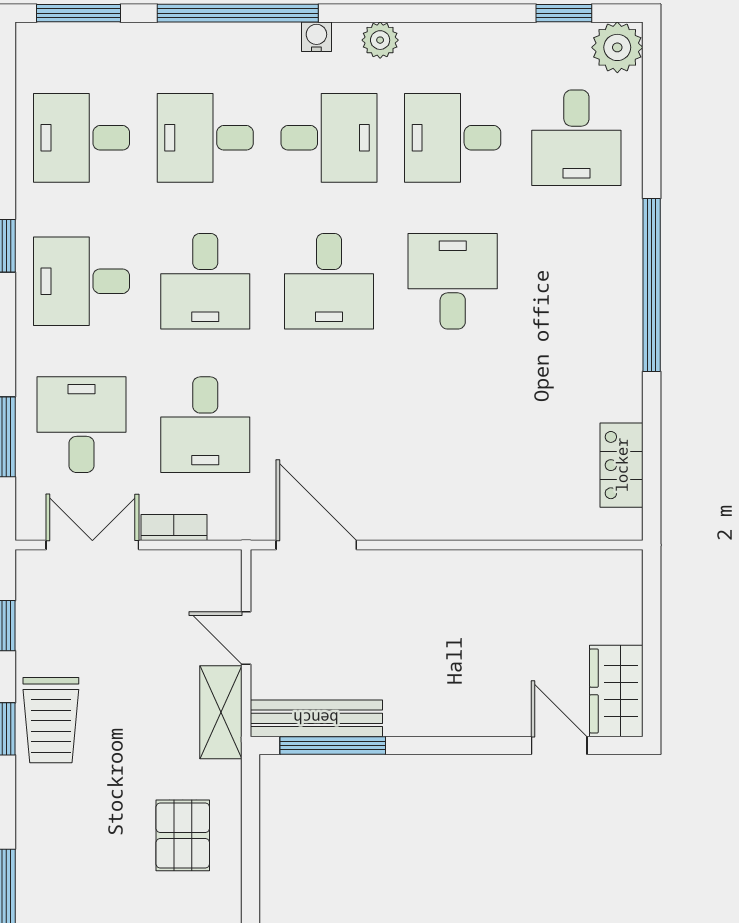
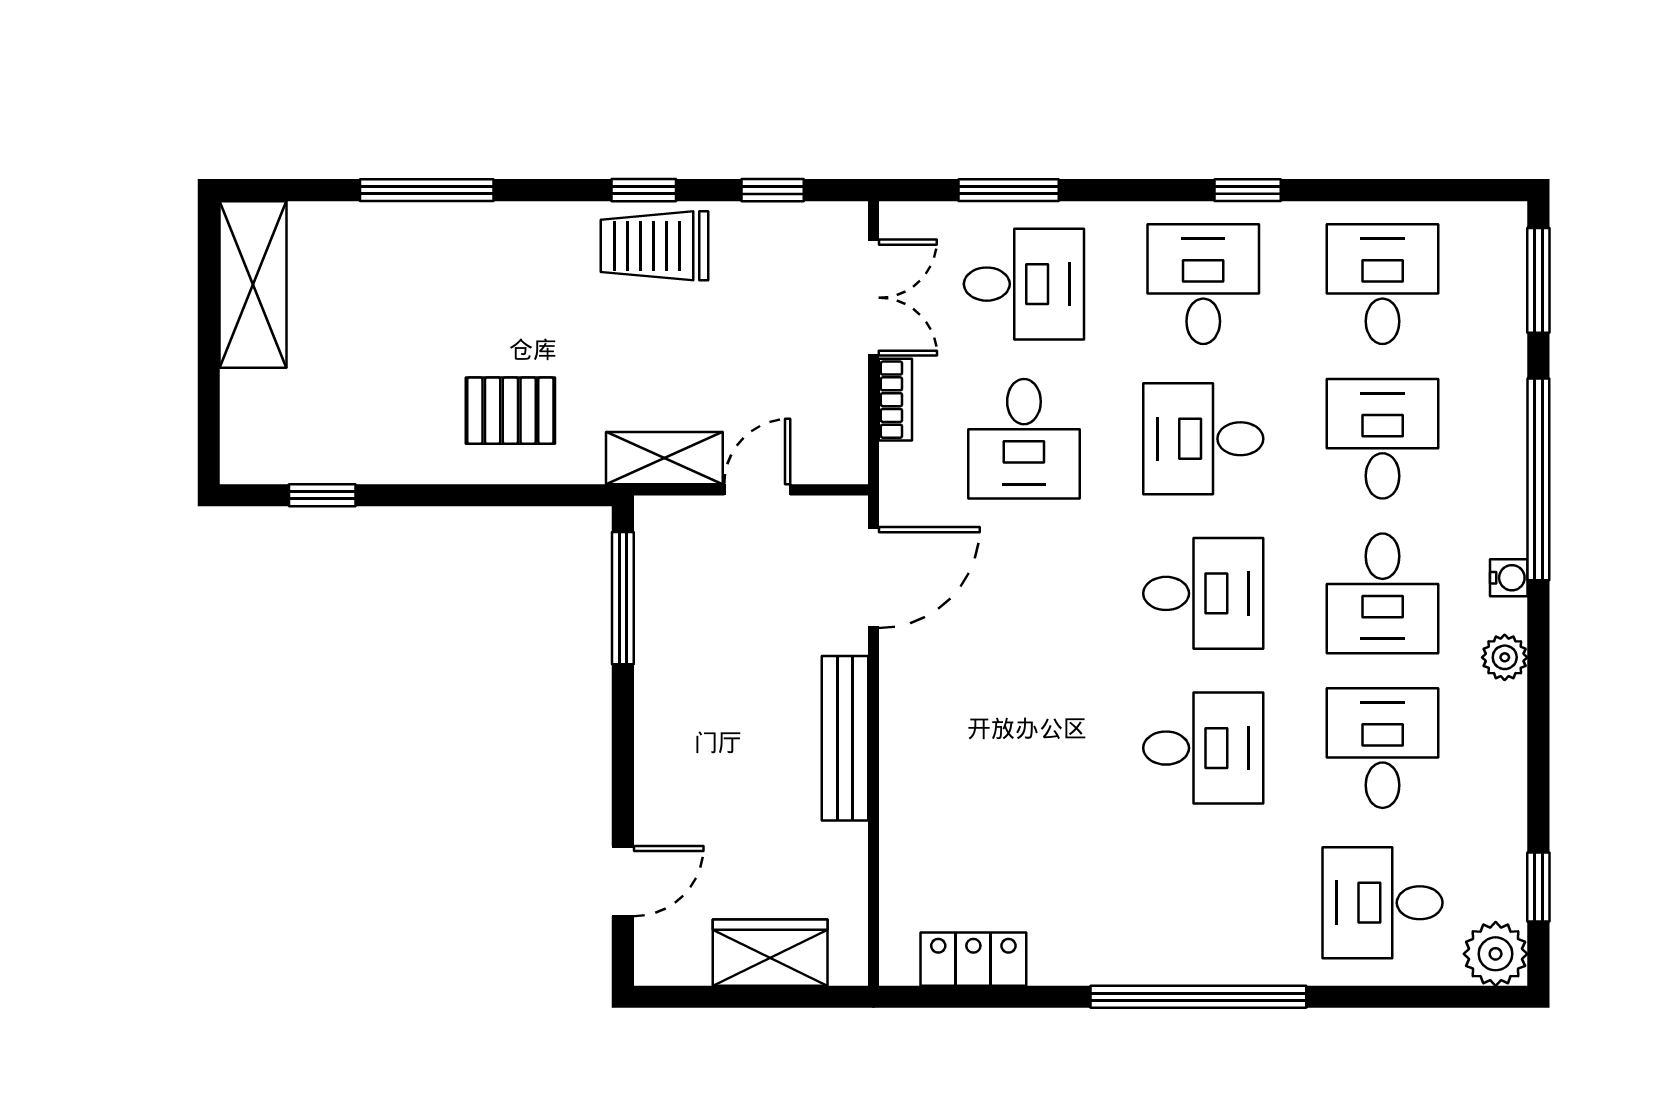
desk: (329, 281) -> (1203, 593), turned 180
desk: (205, 425) -> (1024, 439), turned -90
wardrobe: (616, 691) -> (770, 953), moved
bench: (316, 718) -> (845, 738), moved

